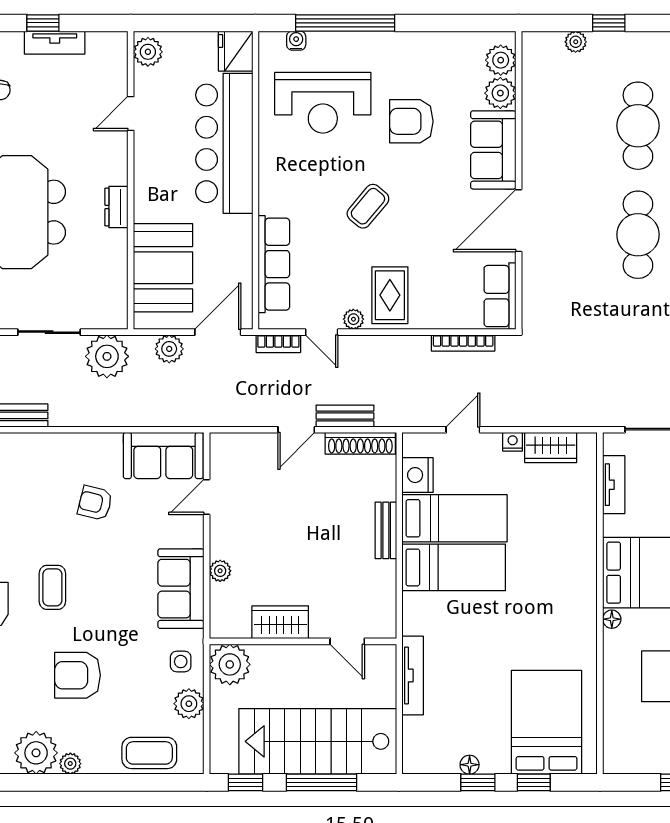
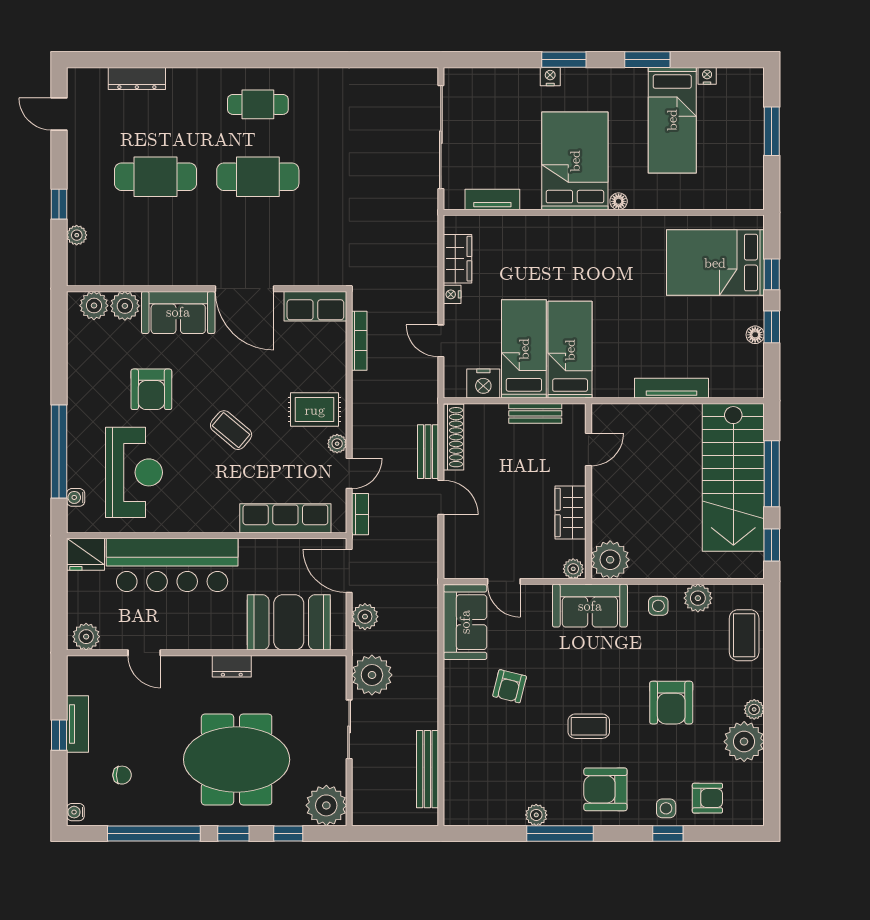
wardrobe: (280, 622) -> (571, 512), moved
wall: (303, 641) -> (588, 491), moved
door: (347, 641) -> (588, 450), moved
plant: (230, 664) -> (610, 560), moved

